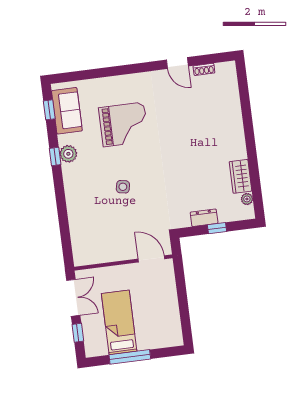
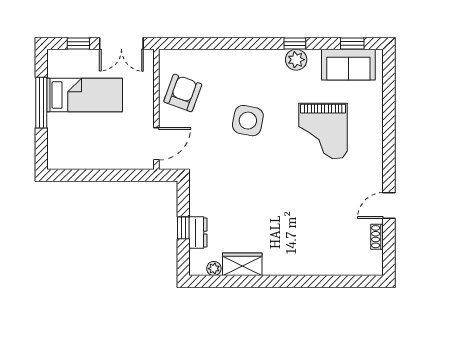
side table: (123, 187) -> (248, 121), width x1.87, depth x1.87
dresser: (204, 218) -> (198, 233), moved
armchair: (107, 243) -> (183, 93), added

